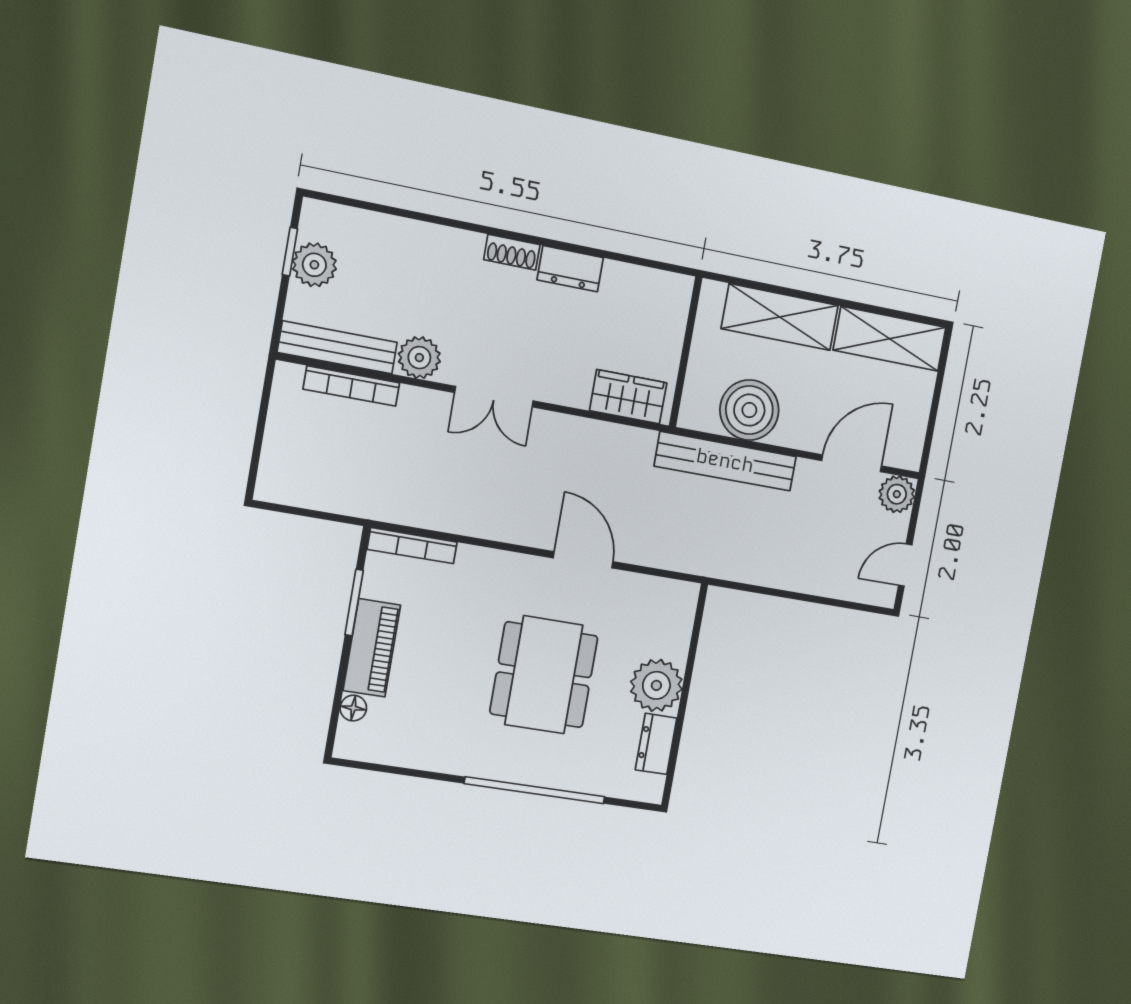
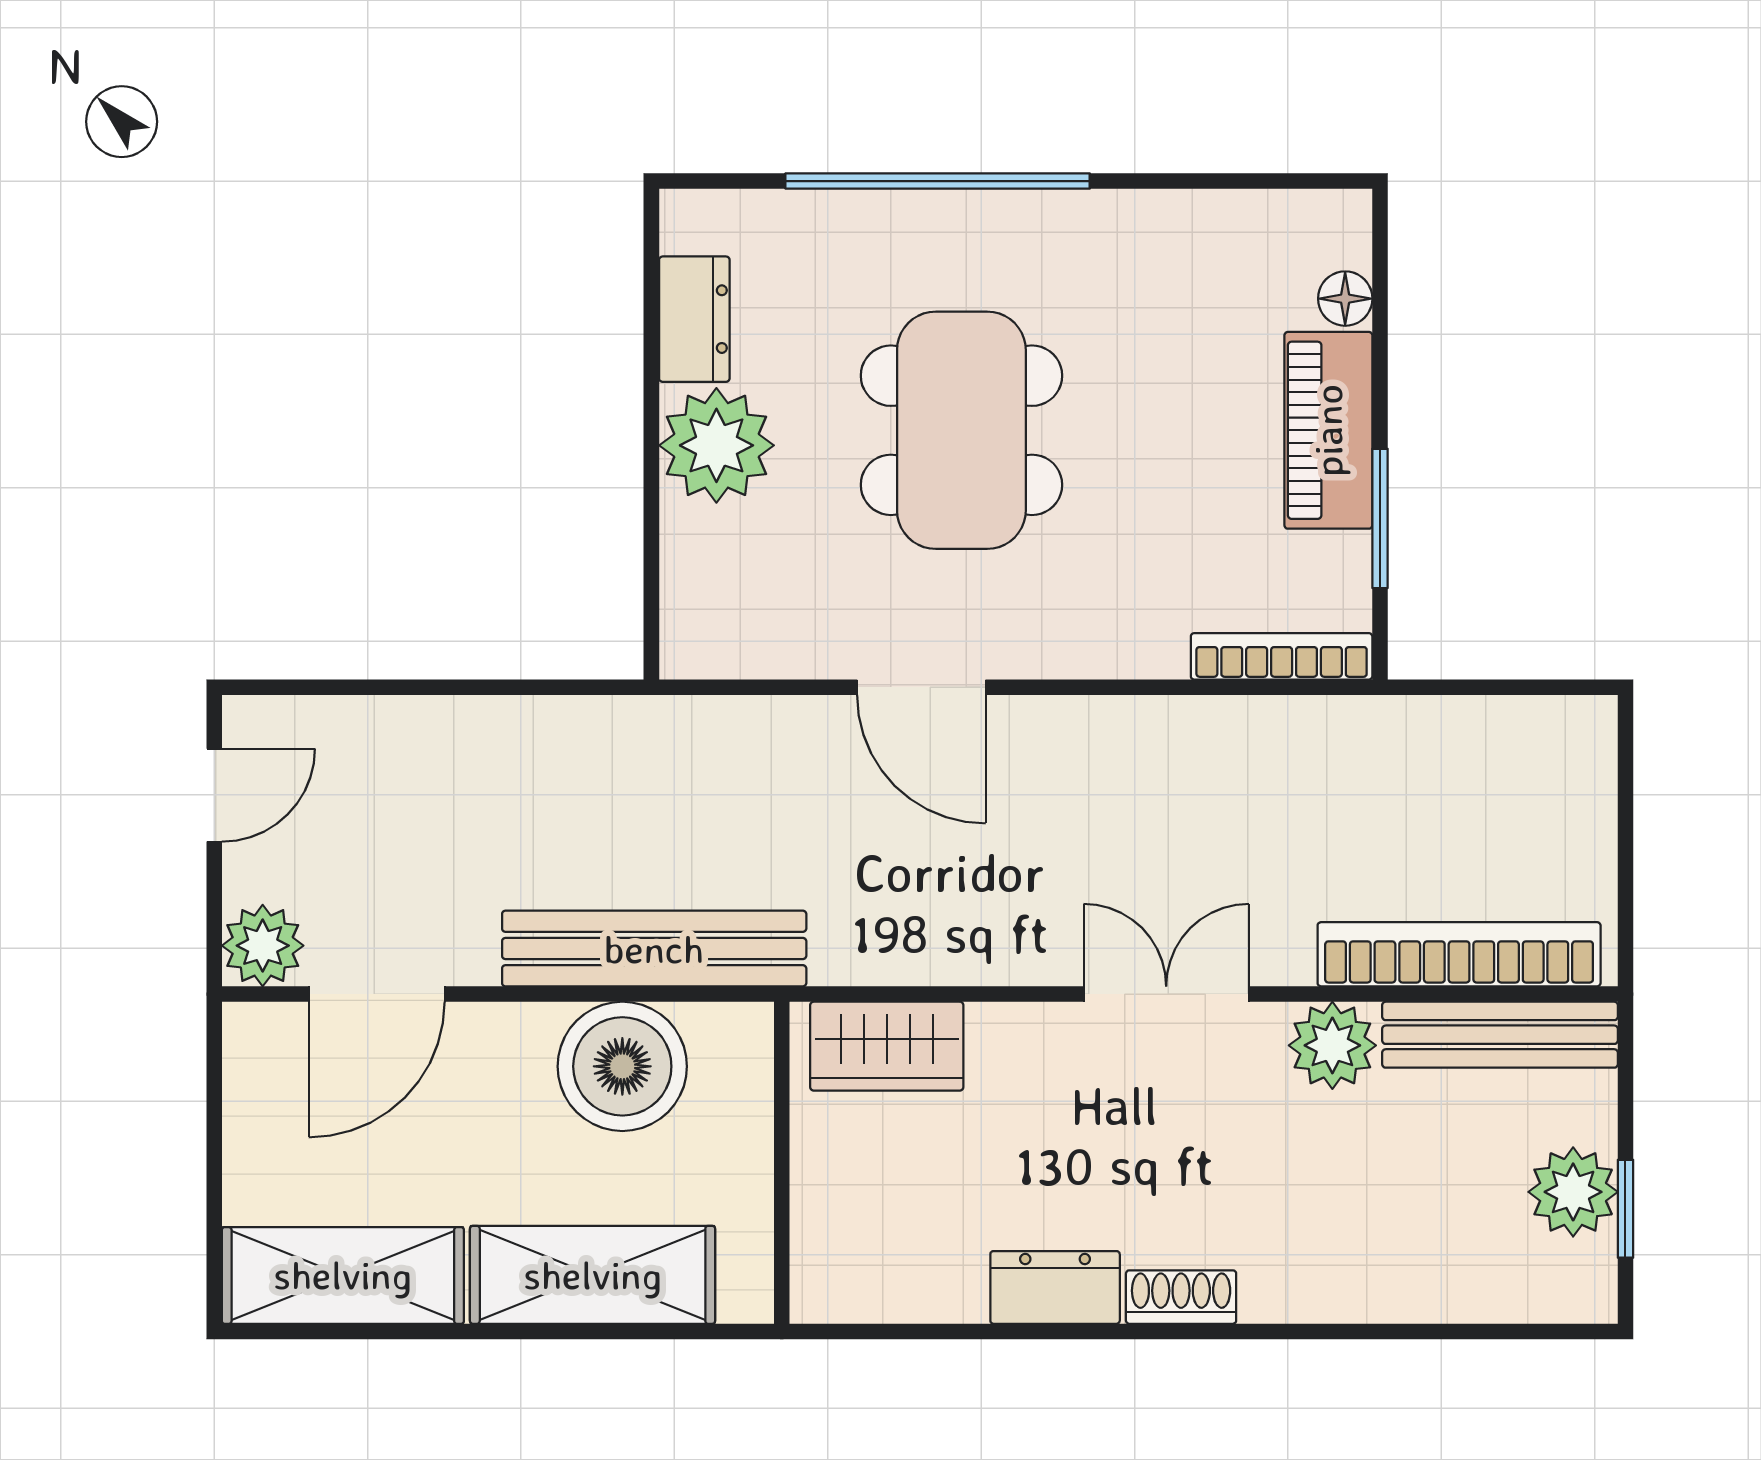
bookcase: (351, 386) -> (1459, 954), width x1.48, depth x1.31

